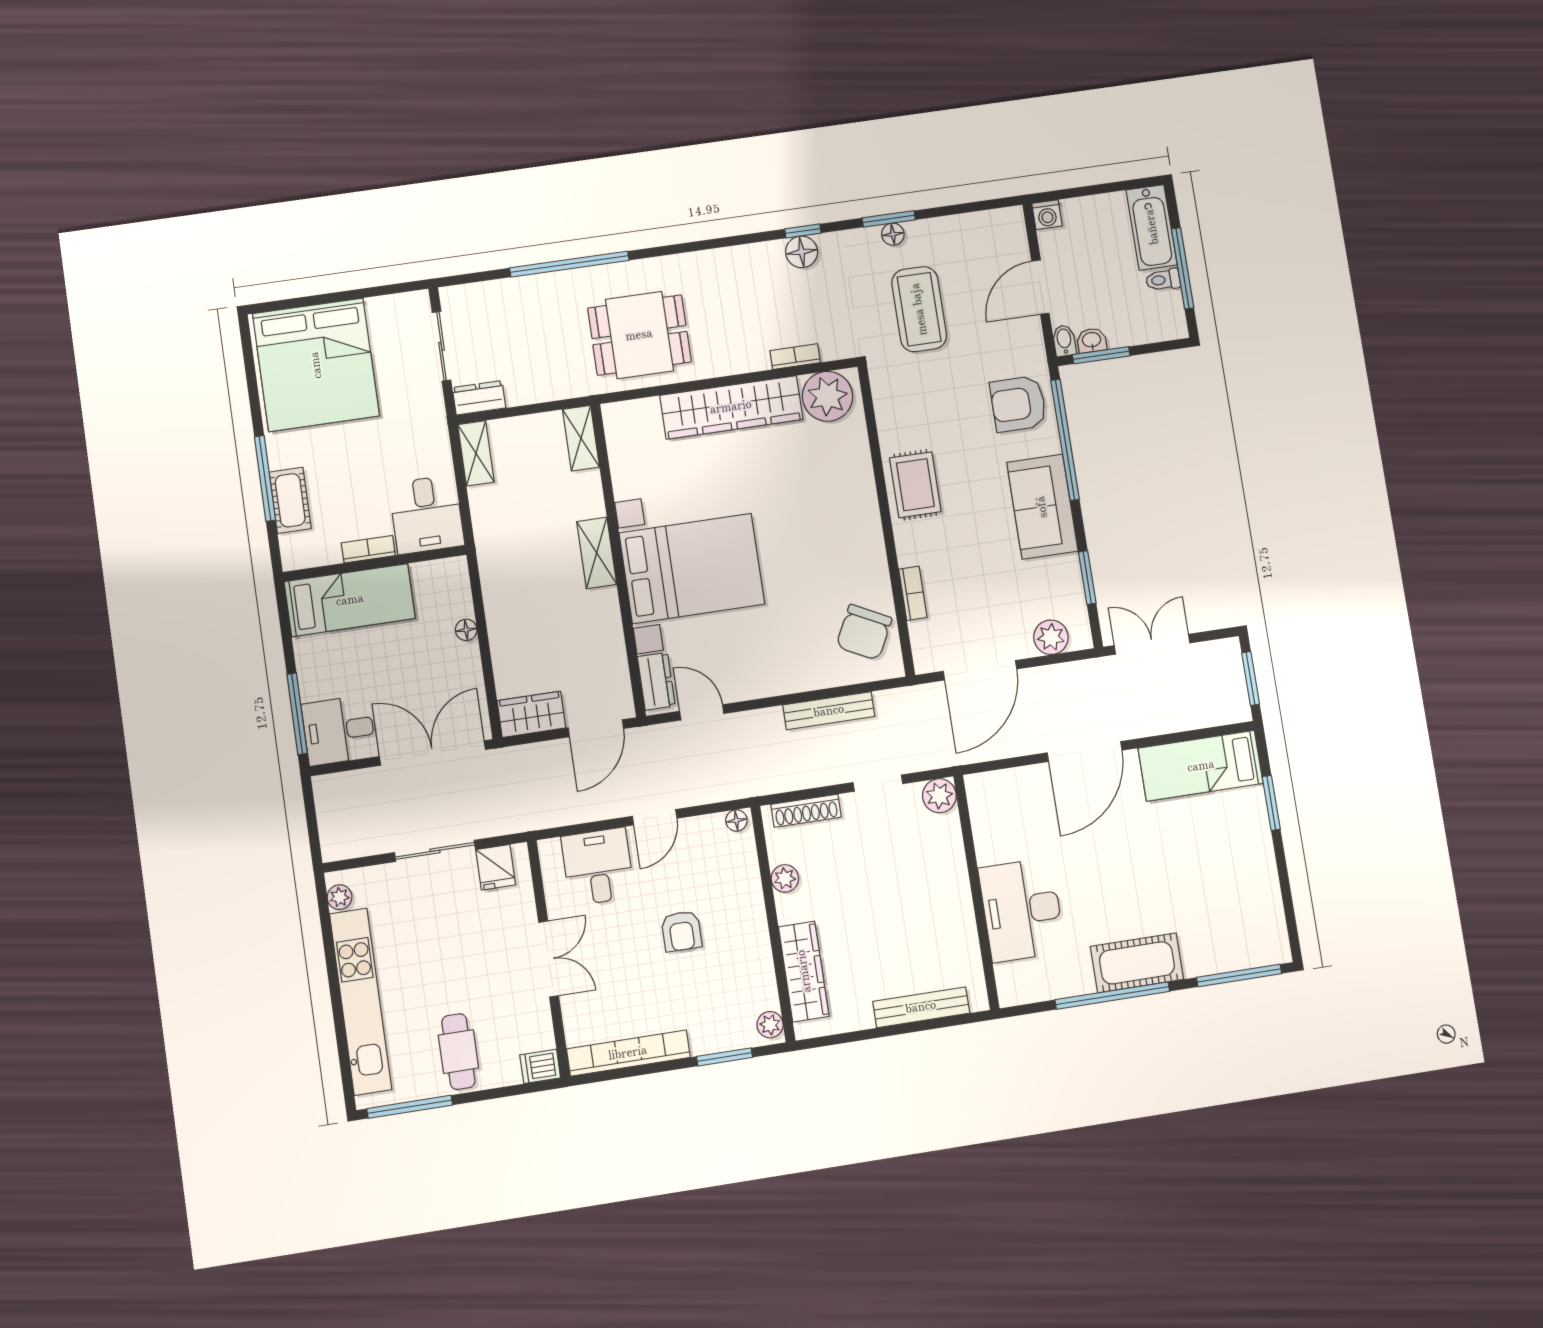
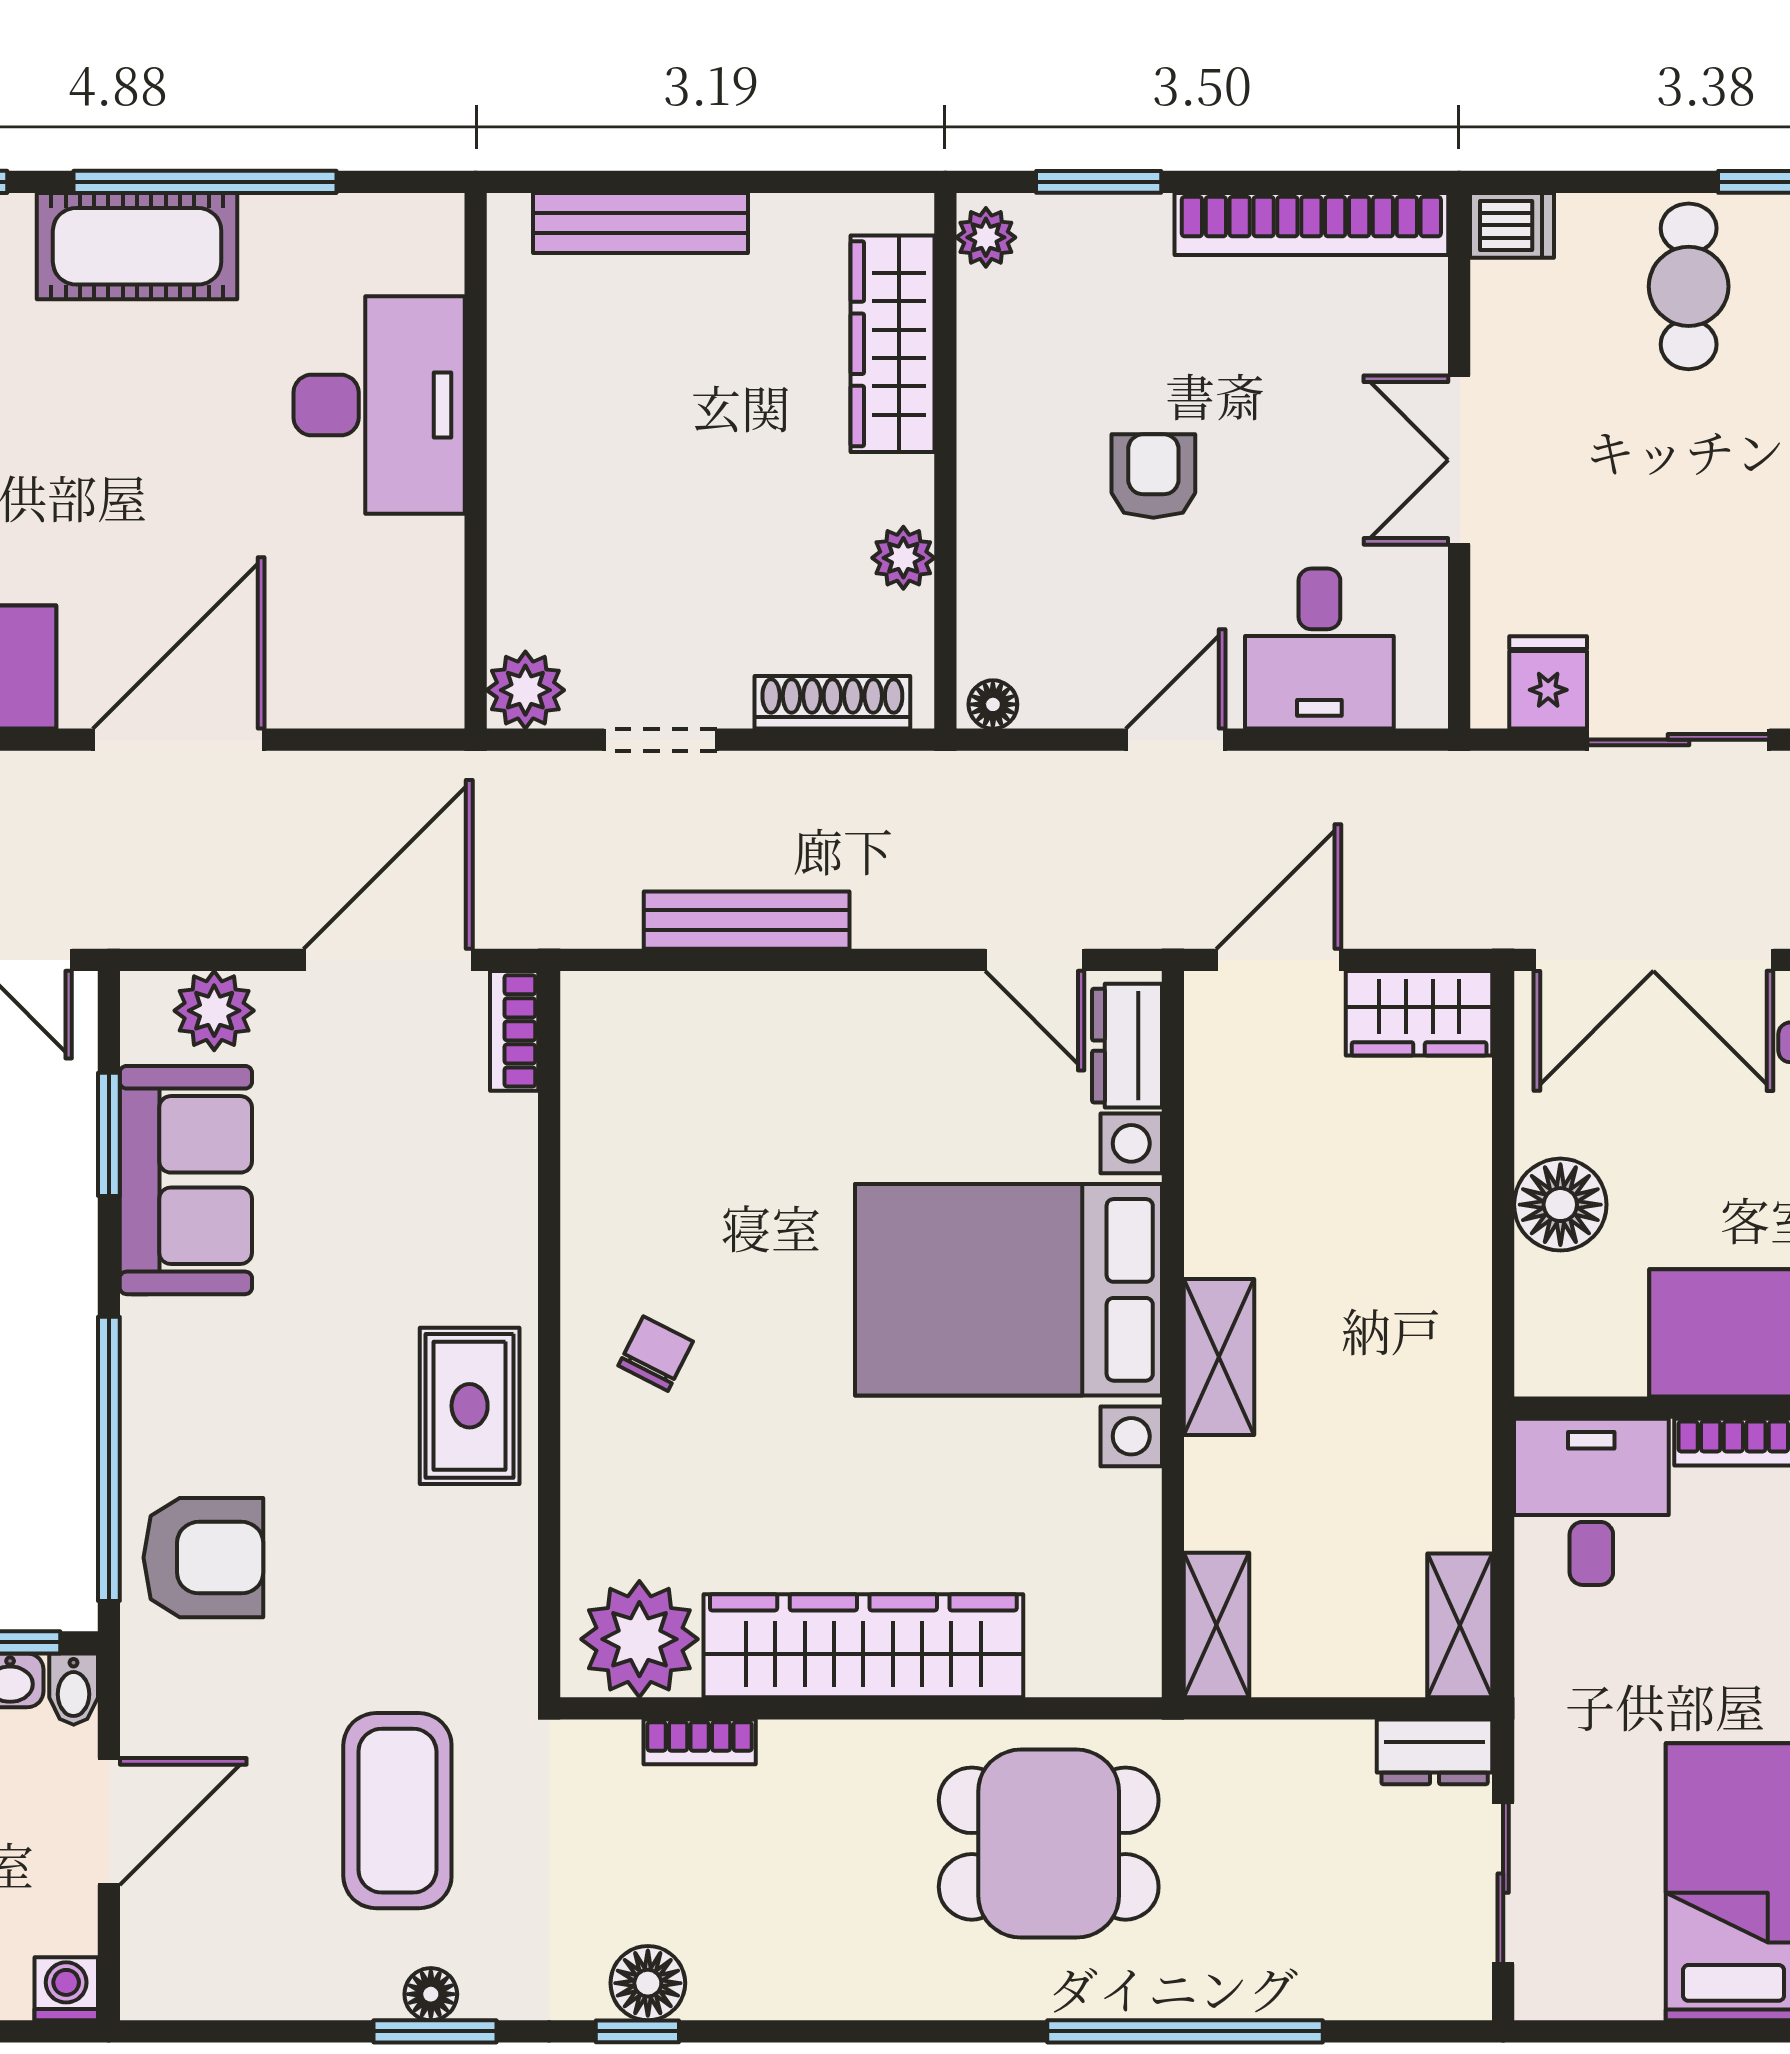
sofa: (1042, 507) -> (186, 1180), moved
bookcase: (913, 593) -> (514, 1031), moved
floor lamp: (466, 630) -> (1560, 1205), width x1.89, depth x1.89
chair: (864, 632) -> (656, 1354), moved, width x0.54, depth x0.54

